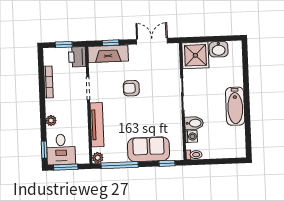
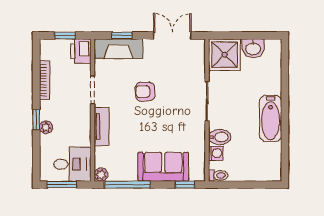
tv unit: (97, 125) -> (102, 127), width x0.71
desk: (61, 149) -> (72, 164), moved, turned -90
window: (44, 150) -> (36, 120), moved

